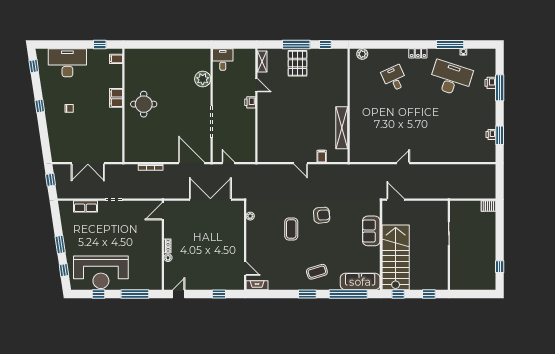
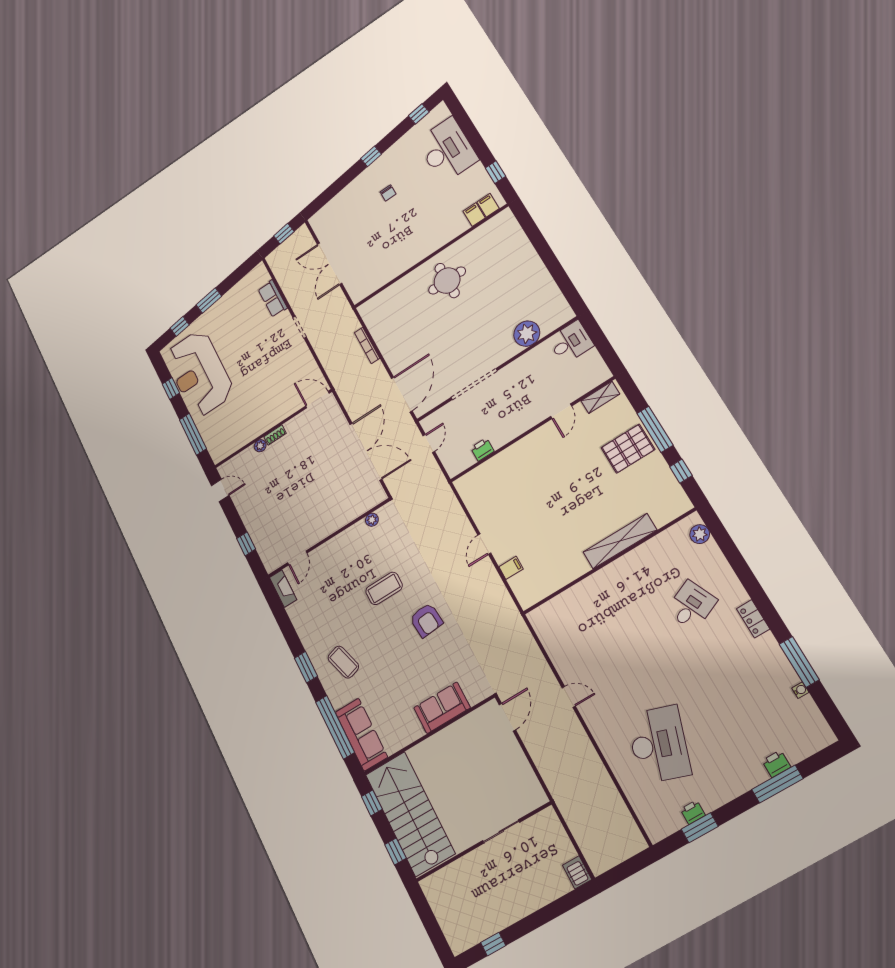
desk: (451, 78) -> (659, 744), moved
filing cabinet: (116, 98) -> (474, 215), moved, width x0.50
printer: (250, 102) -> (482, 450), moved
shelving: (342, 128) -> (620, 541), moved
stairs: (396, 257) -> (410, 814), moved, turned -90

